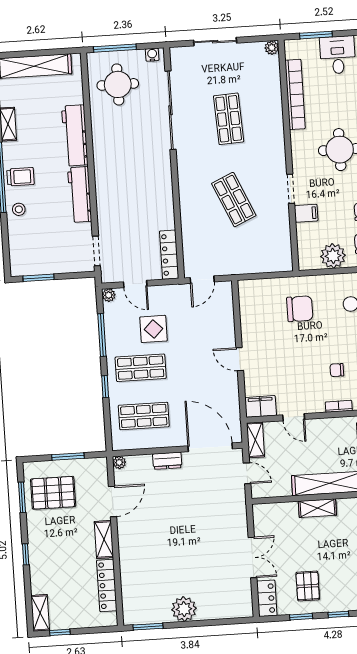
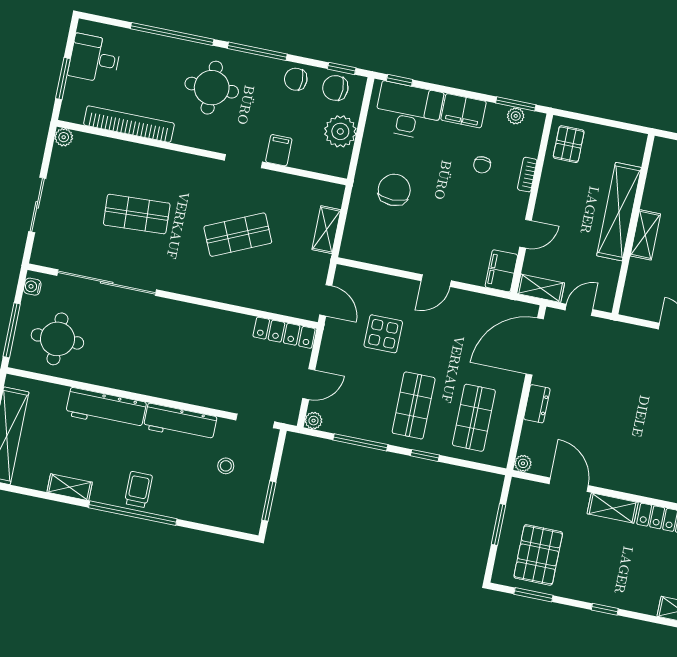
stool: (19, 209) -> (226, 466), moved
shelving: (256, 266) -> (326, 230), added
display table: (154, 329) -> (383, 334), moved

